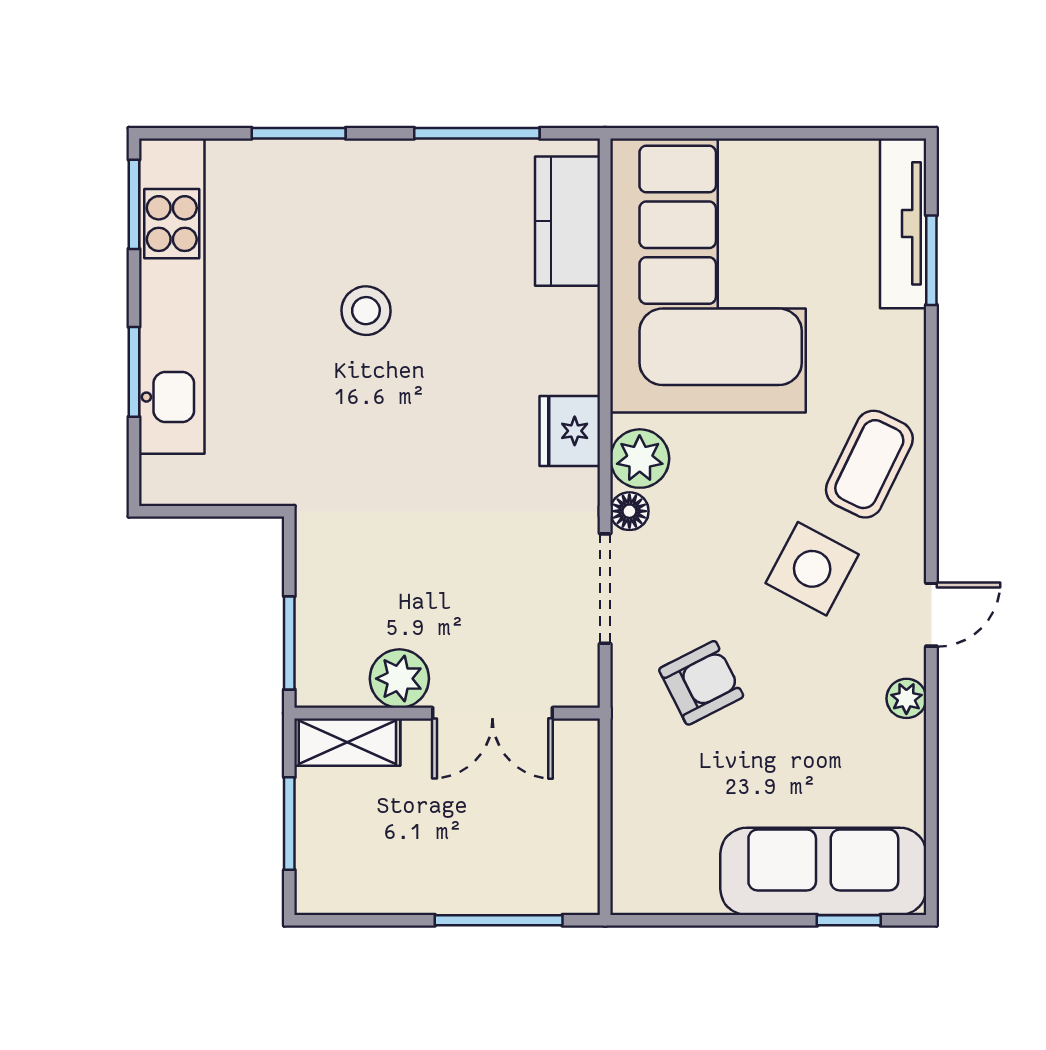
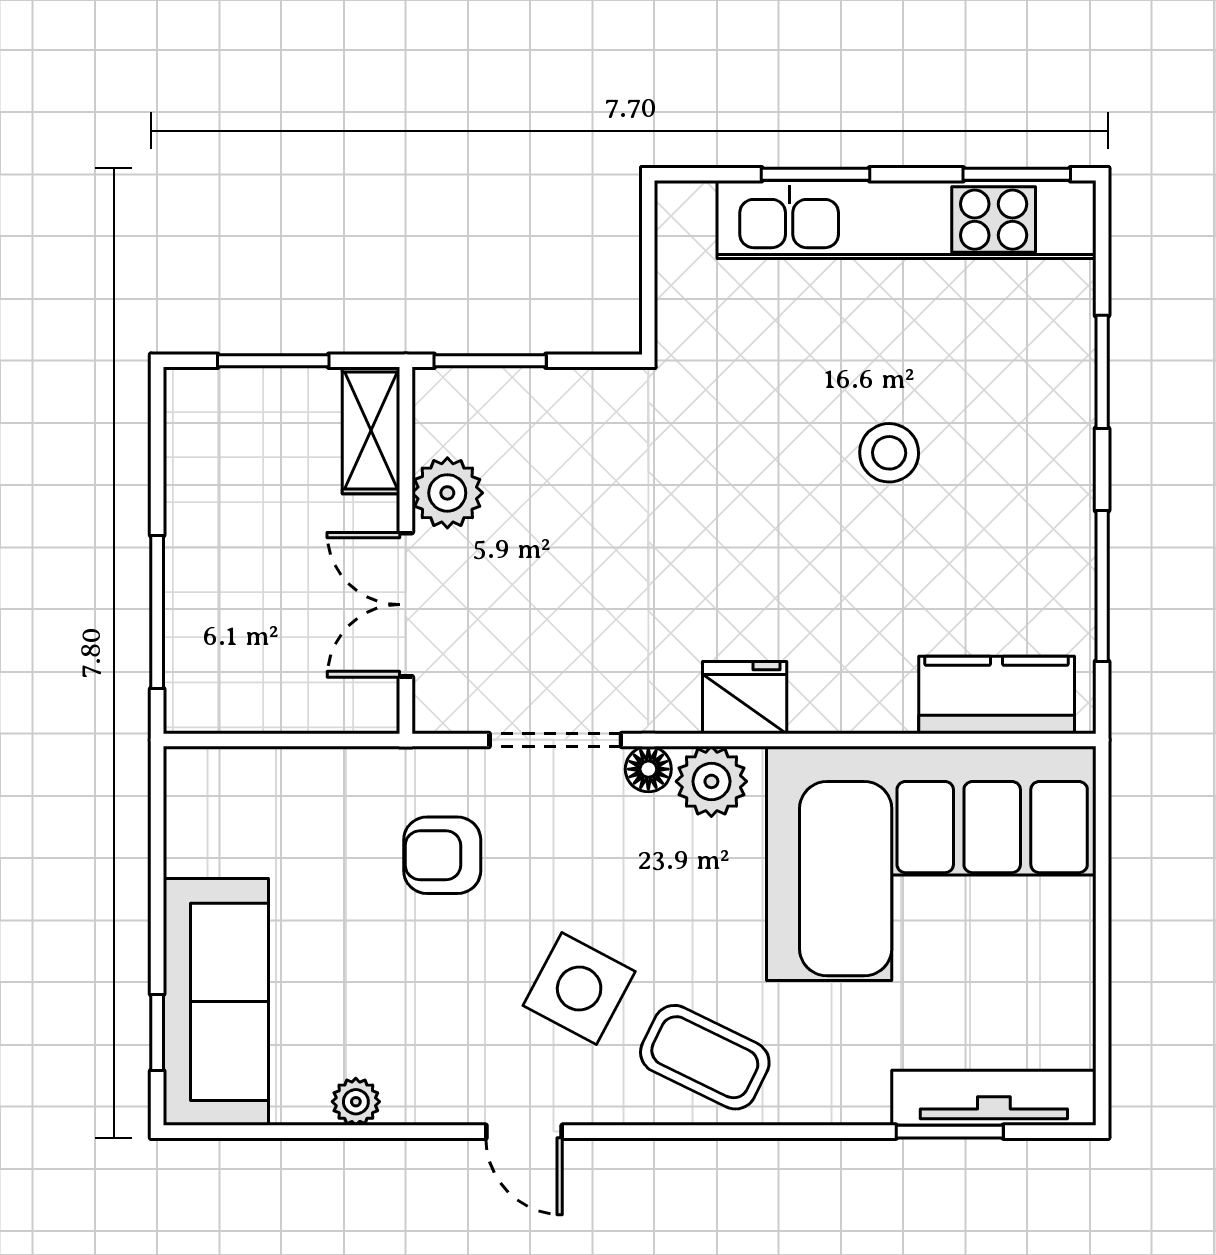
armchair: (701, 683) -> (442, 855), turned 117
plant: (906, 698) -> (356, 1102), moved

